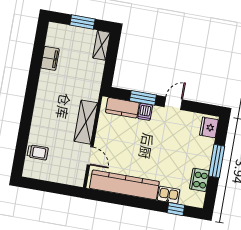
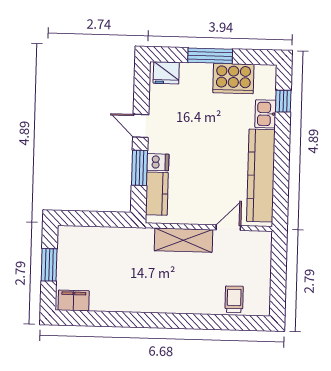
shelving: (101, 45) -> (77, 234), removed
filing cabinet: (50, 58) -> (74, 301), moved
cooker: (199, 180) -> (233, 79), width x1.37, depth x1.31

